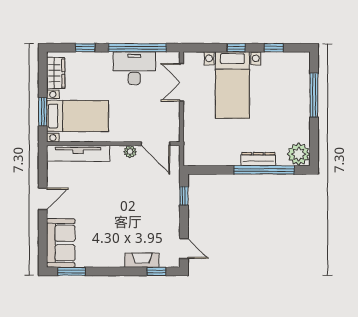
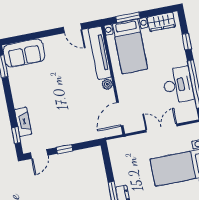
double door: (182, 82) -> (161, 128), moved
plant: (130, 152) -> (107, 84), moved
window: (184, 196) -> (65, 149), moved
door: (43, 199) -> (73, 28), moved

